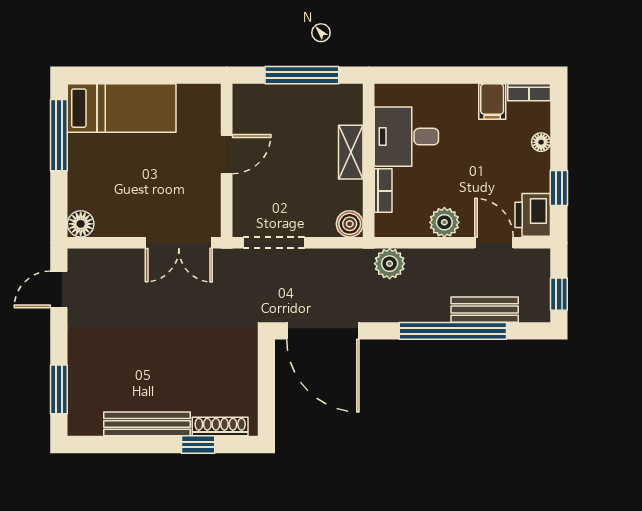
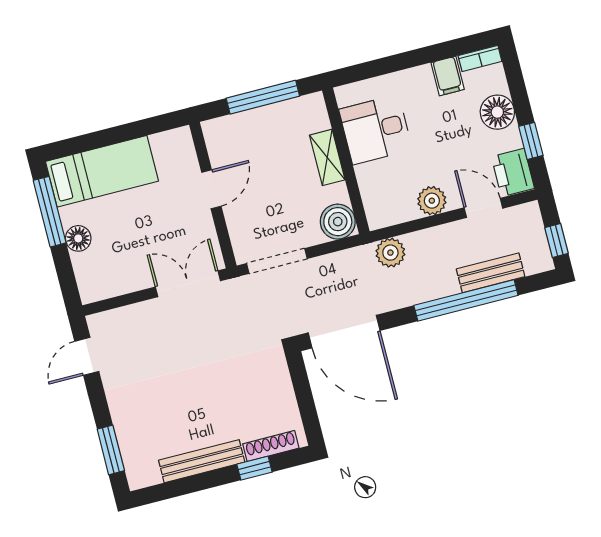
floor lamp: (541, 142) -> (497, 112), width x1.89, depth x1.89
bookcase: (383, 191) -> (367, 186), removed
floor lamp: (81, 224) -> (78, 238), moved
boiler: (350, 224) -> (338, 222), width x1.36, depth x1.36
double door: (179, 243) -> (188, 284), swing flipped

